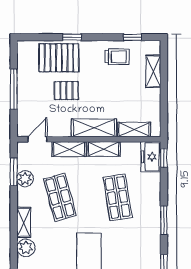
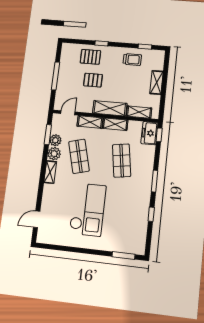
pallet: (59, 58) -> (90, 57), width x0.67, depth x0.71
shelving: (153, 71) -> (157, 82), moved
plant: (26, 248) -> (54, 154), moved

